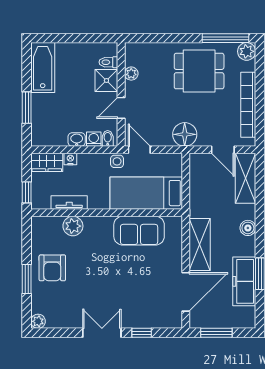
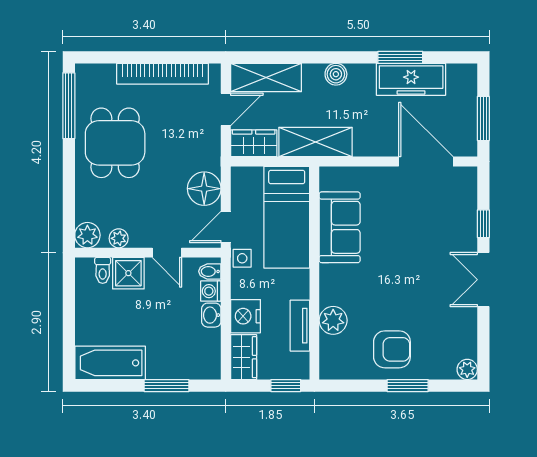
plant: (247, 51) -> (87, 235), moved
floor lamp: (185, 134) -> (204, 189), moved
nightstand: (70, 159) -> (245, 316), width x1.89, depth x1.79
wardrobe: (199, 170) -> (254, 143), added
shelving: (200, 245) -> (315, 142), moved

